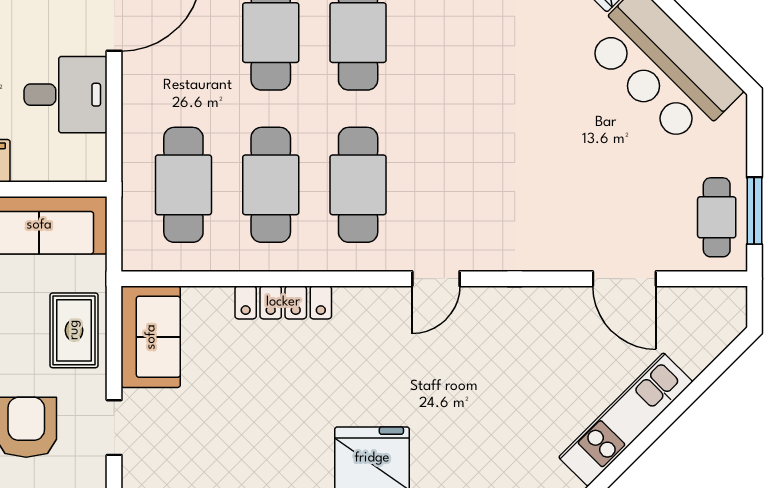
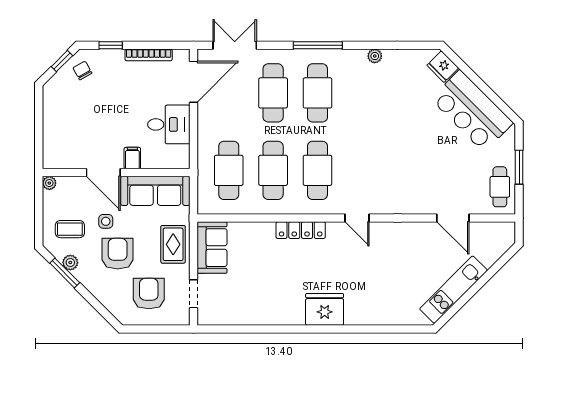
window: (754, 211) -> (519, 167), moved
door: (436, 279) -> (357, 218), hinge flipped
locker: (283, 302) -> (301, 230), moved

